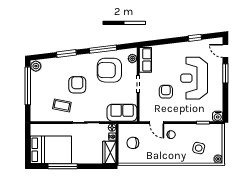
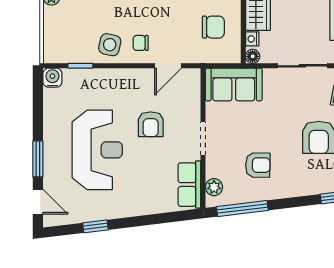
window: (103, 49) -> (242, 208), moved
armchair: (109, 70) -> (258, 165), width x0.53, depth x0.53
door: (157, 123) -> (168, 66), swing flipped
side table: (199, 148) -> (110, 45), moved

